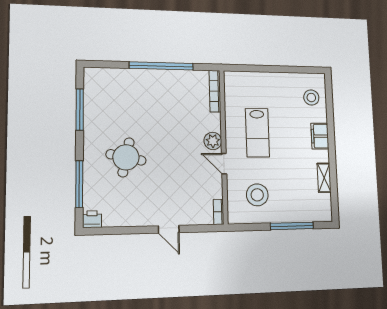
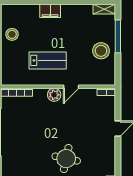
stool: (311, 98) -> (12, 34), moved
shelving: (324, 178) -> (104, 9), moved
stool: (257, 195) -> (101, 51), moved

